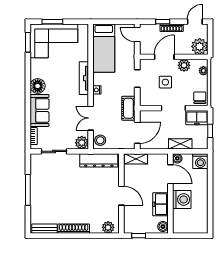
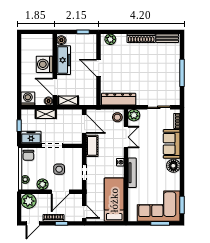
door: (137, 133) -> (84, 124), swing flipped
shelving: (136, 159) -> (68, 101), moved
freezer: (160, 204) -> (64, 60), width x1.40

